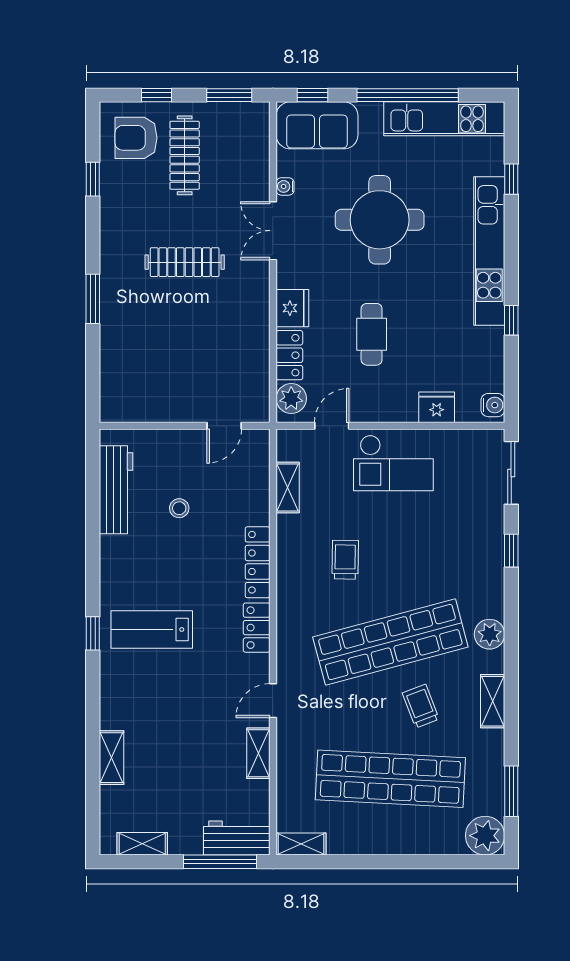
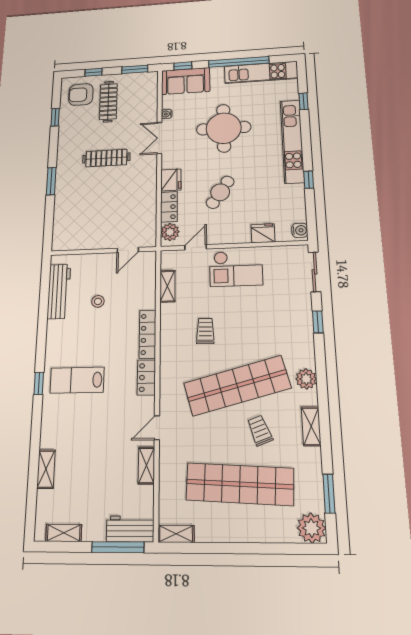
cafe table: (372, 334) -> (220, 192), turned 34

